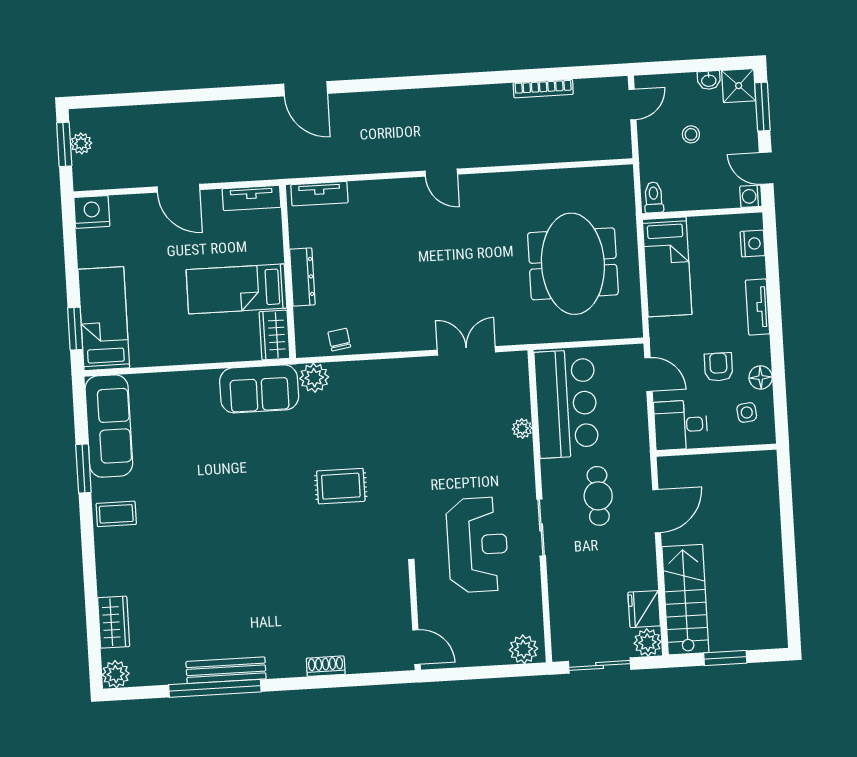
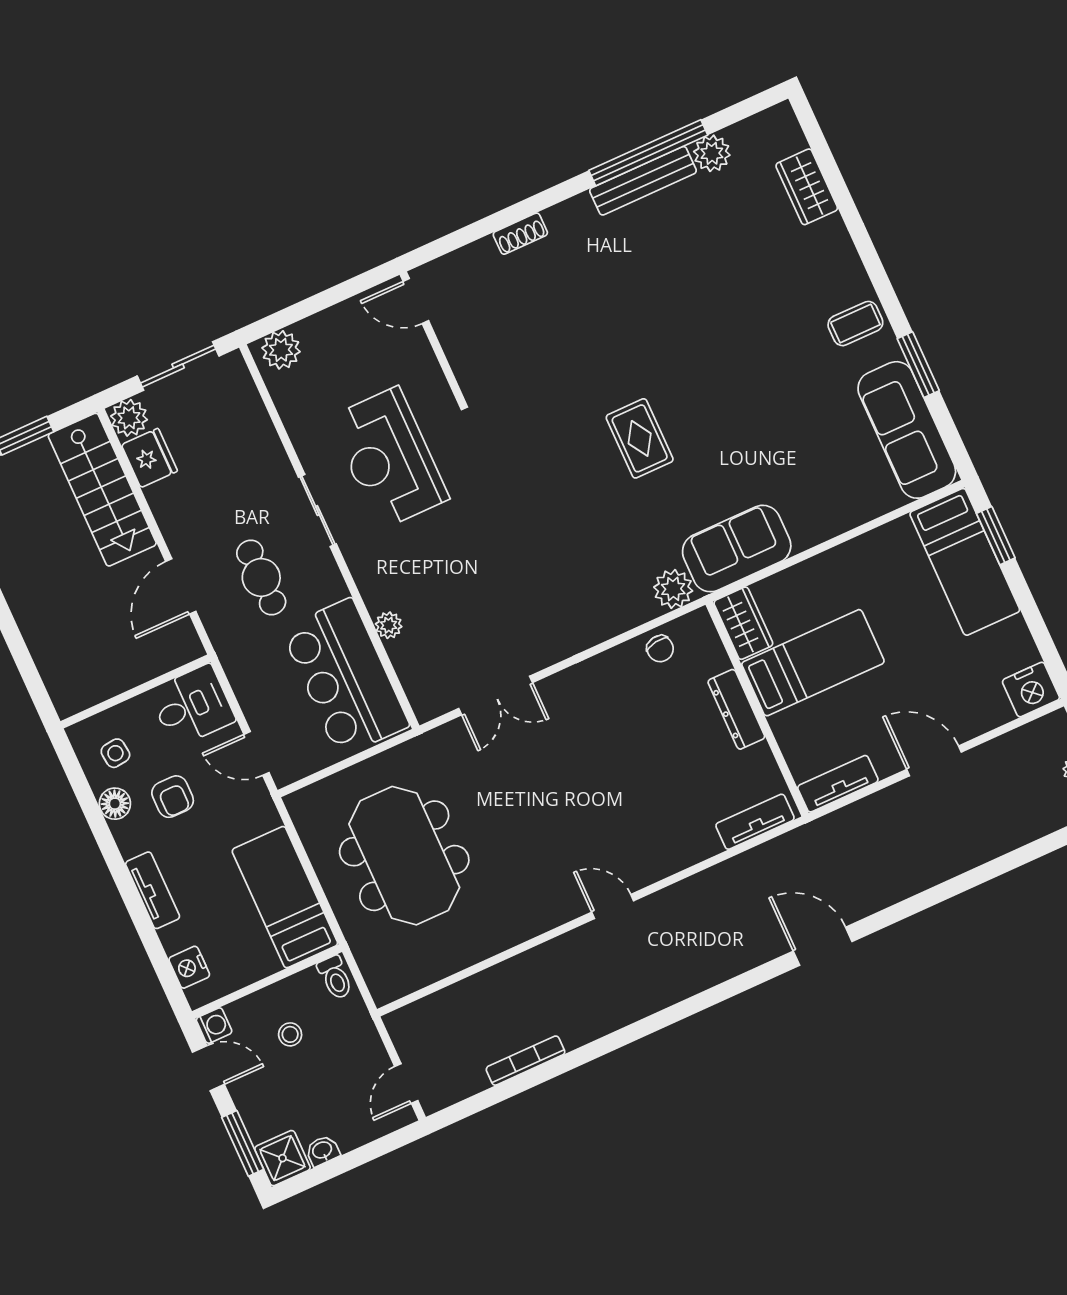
stool: (691, 134) -> (290, 1034), moved
rug: (341, 486) -> (640, 438), moved, turned 90
plant: (116, 674) -> (712, 153), moved

